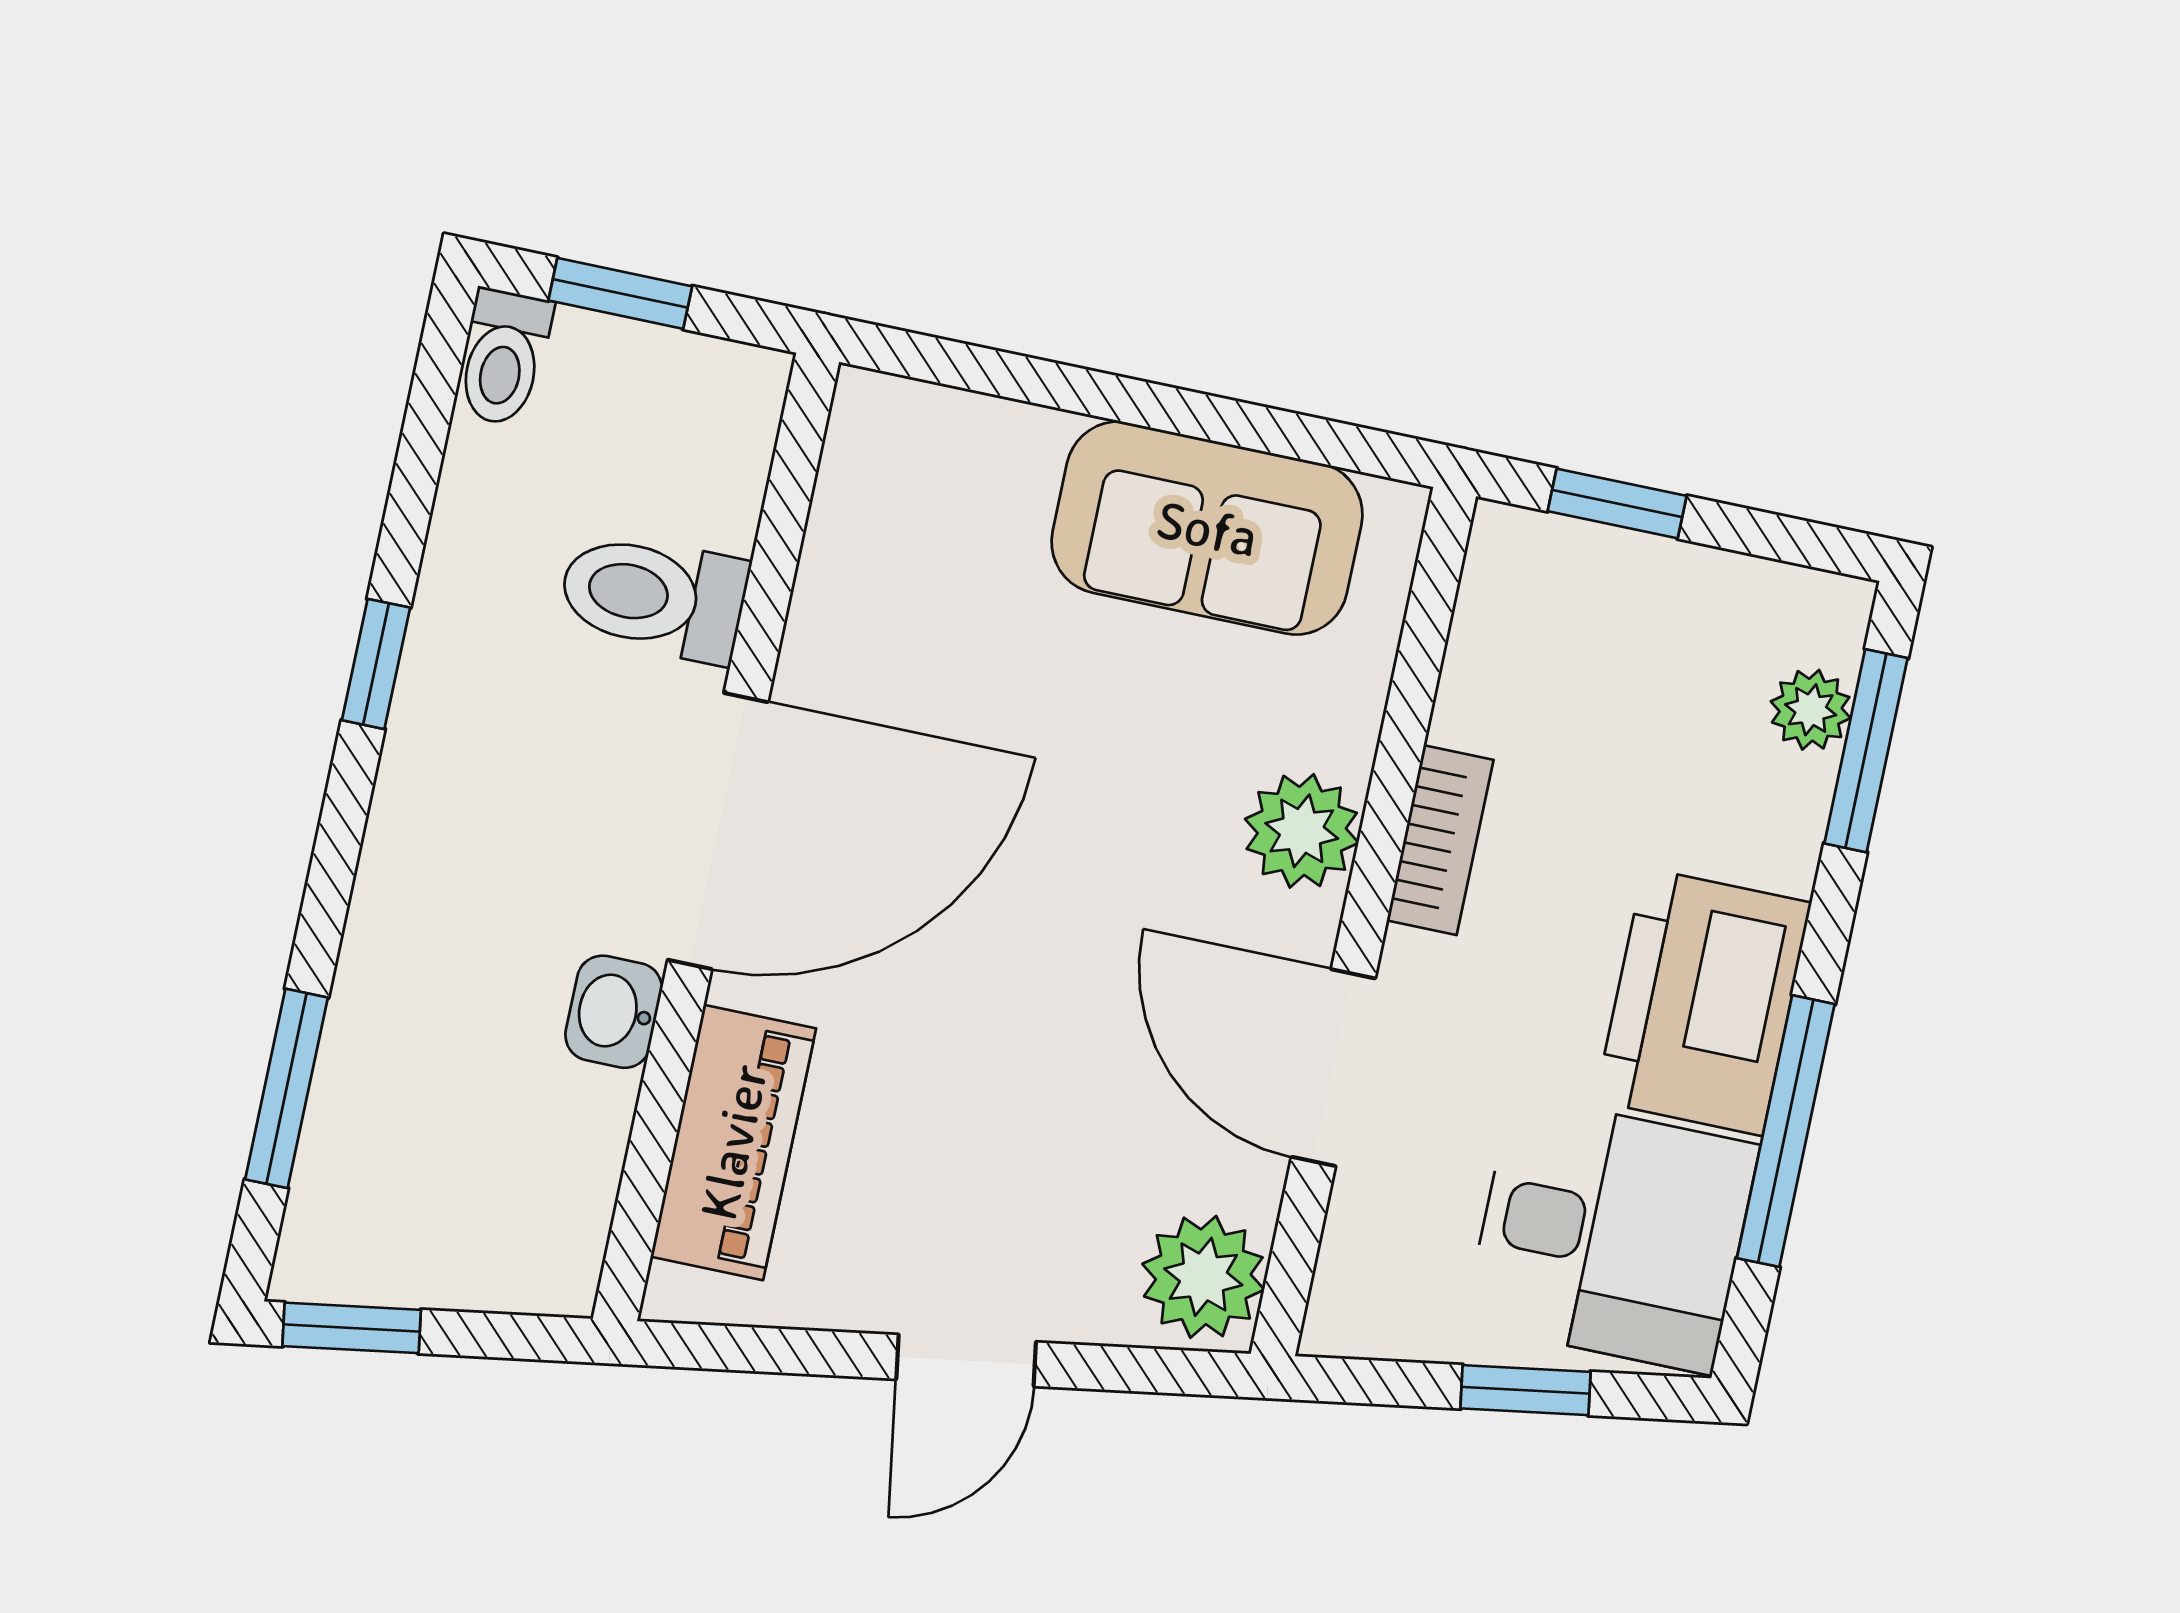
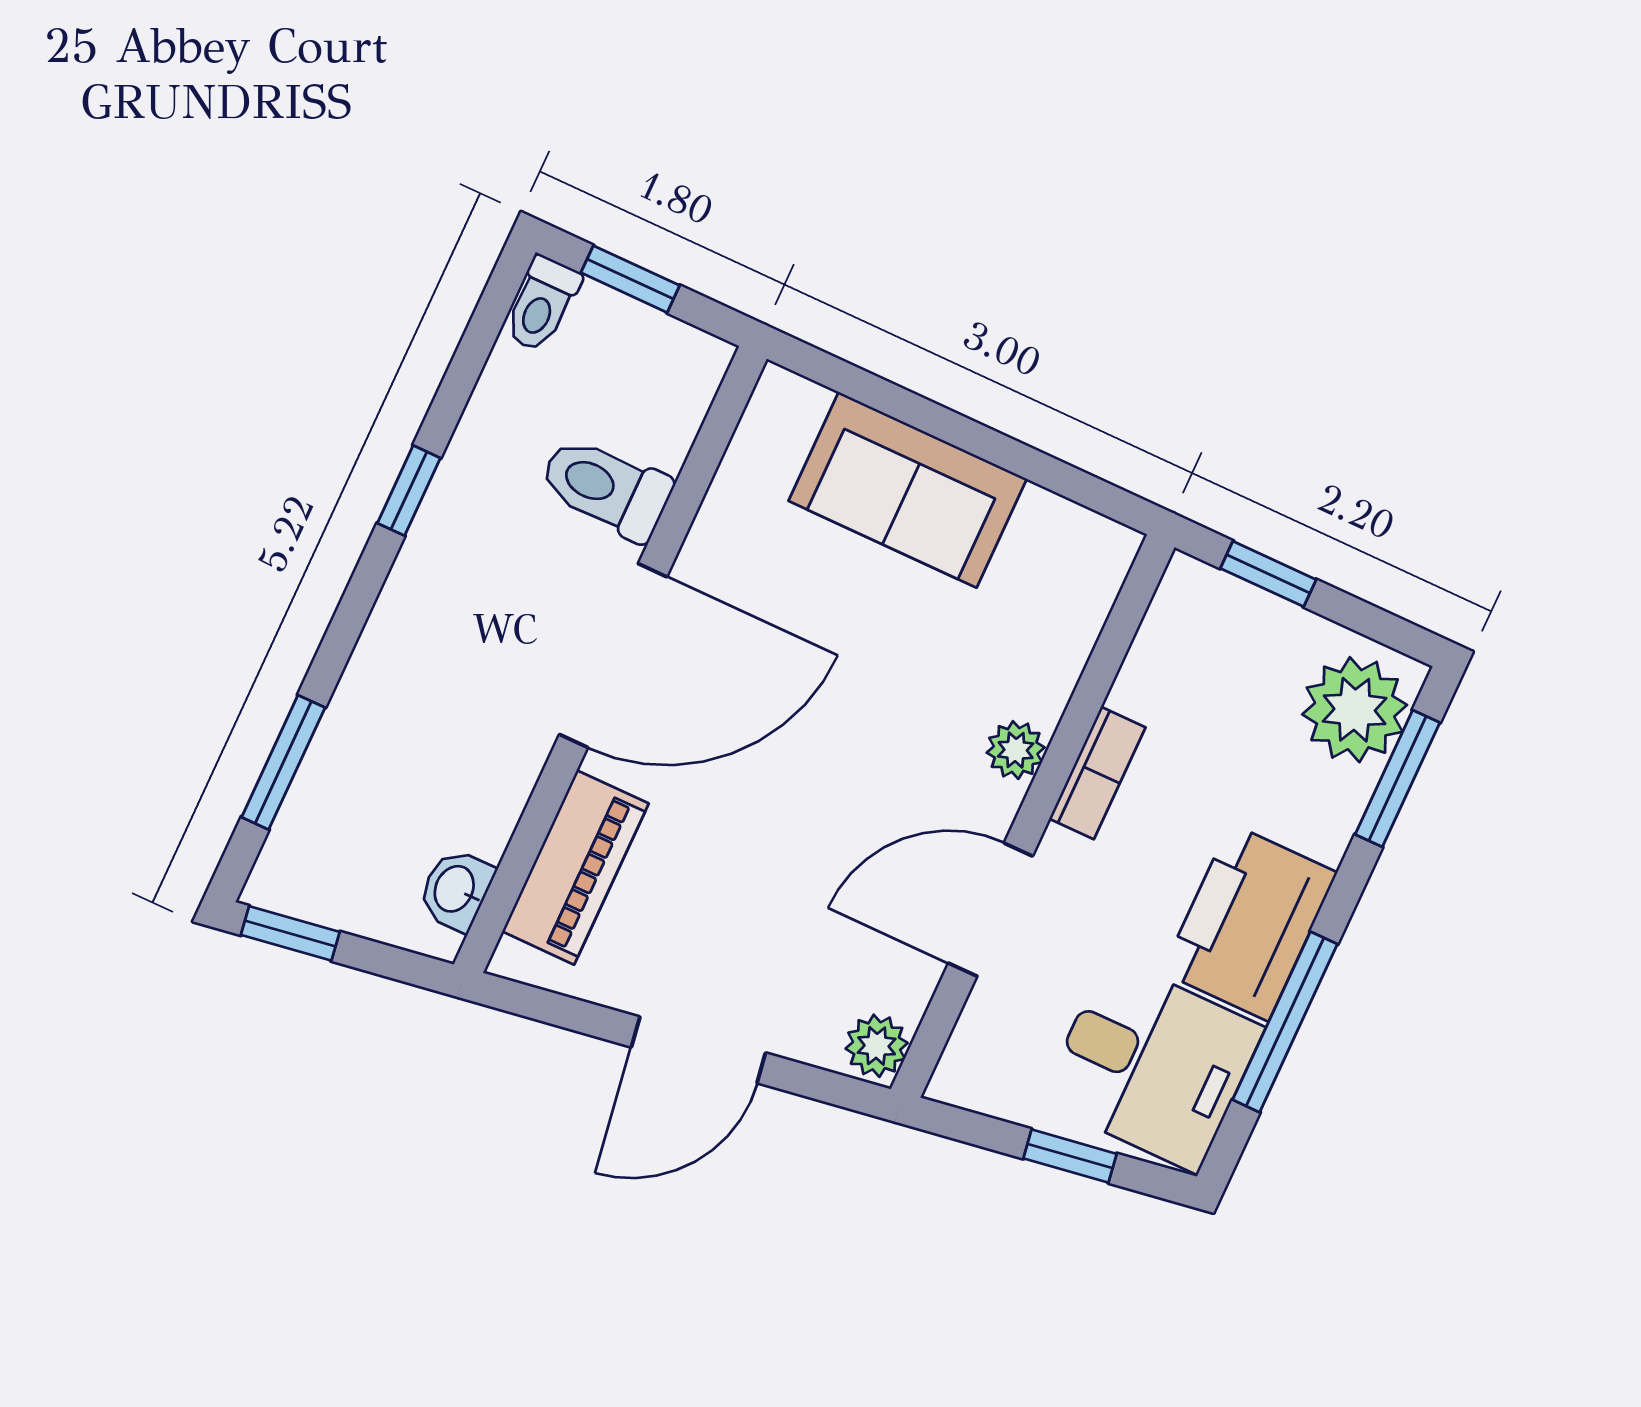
sofa: (1207, 528) -> (908, 490), moved
plant: (1811, 710) -> (1355, 710), width x1.87, depth x1.87
plant: (1302, 831) -> (1016, 750), width x0.73, depth x0.73
washbasin: (614, 1012) -> (456, 890), moved
door: (1333, 1068) -> (991, 910), hinge flipped
plant: (1203, 1277) -> (877, 1046), width x0.73, depth x0.73
door: (966, 1361) -> (698, 1050), width x1.38

